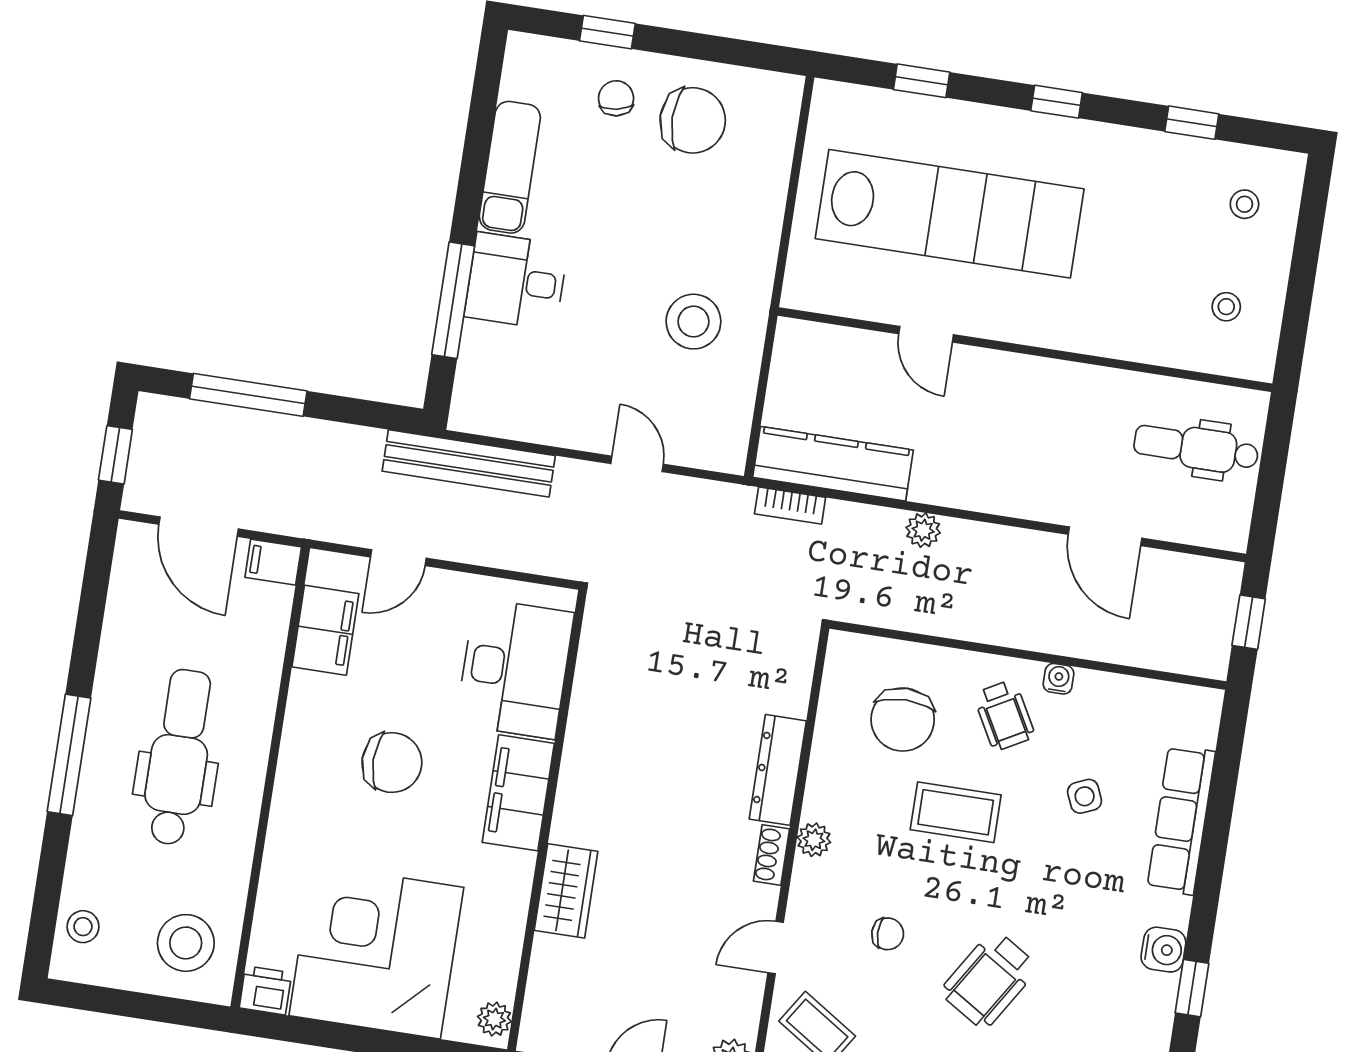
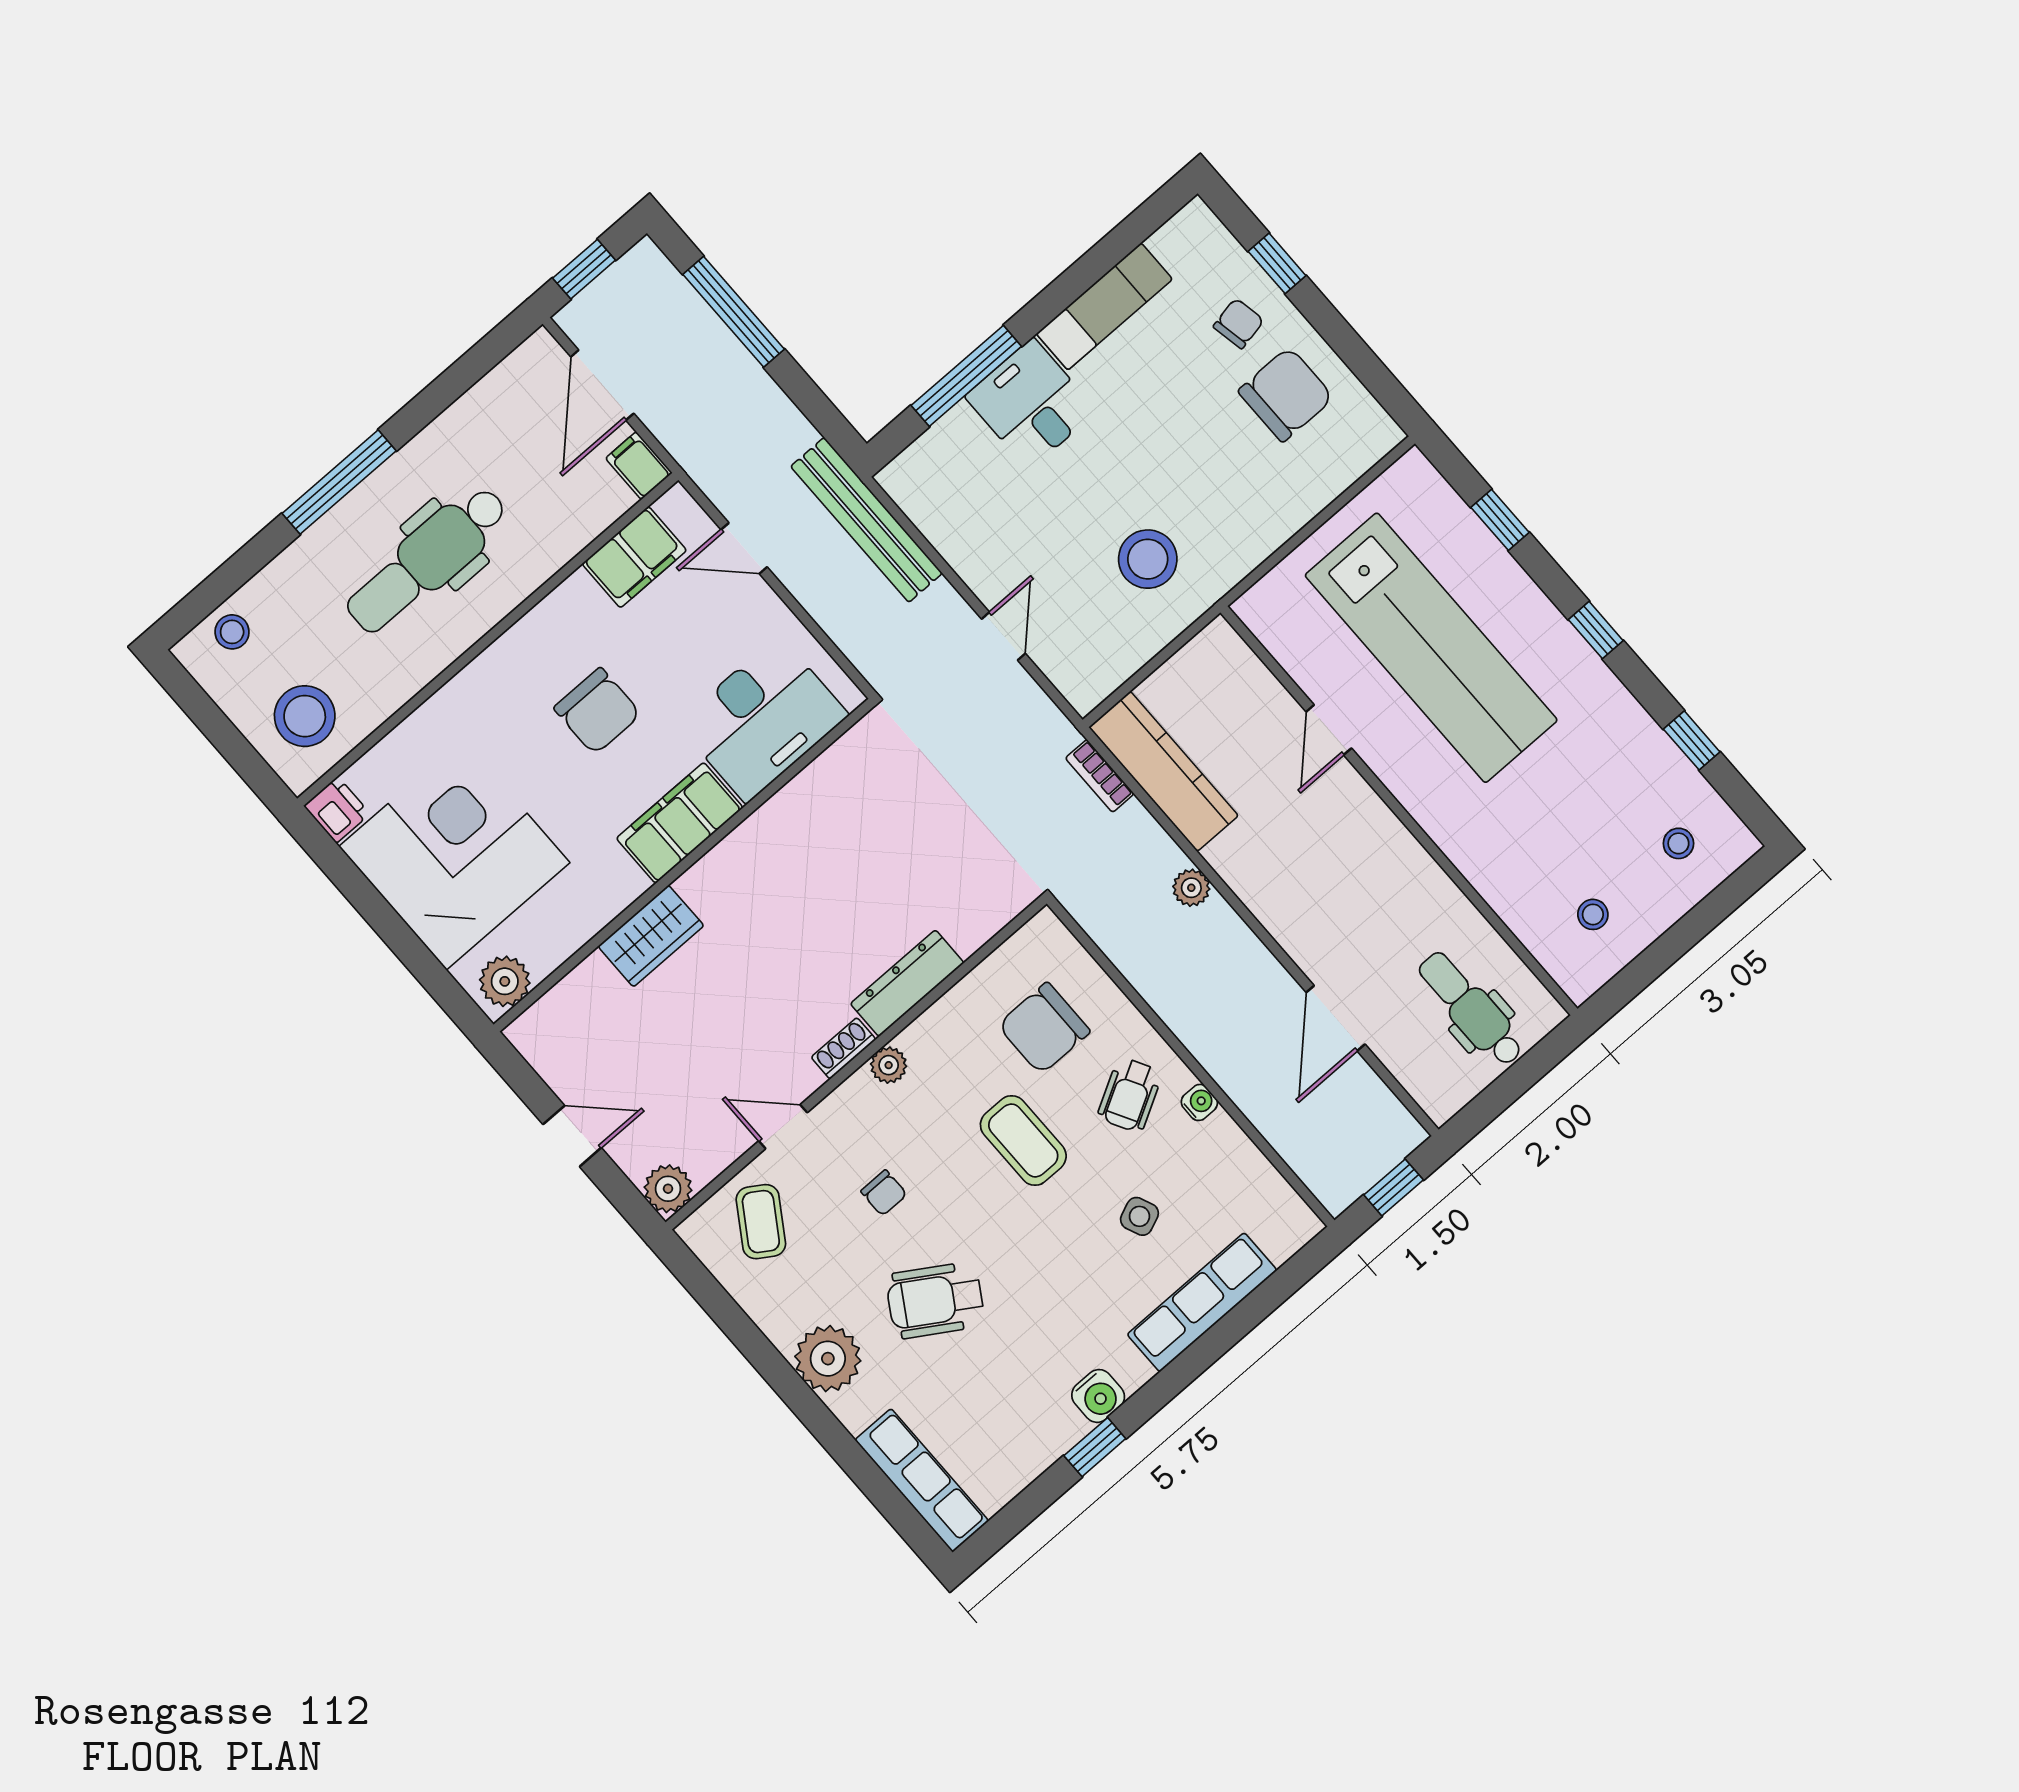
chair: (693, 120) -> (1286, 394), turned -90
dental chair: (179, 757) -> (427, 560), turned 180
plant: (494, 1019) -> (505, 981), width x1.38, depth x1.38

